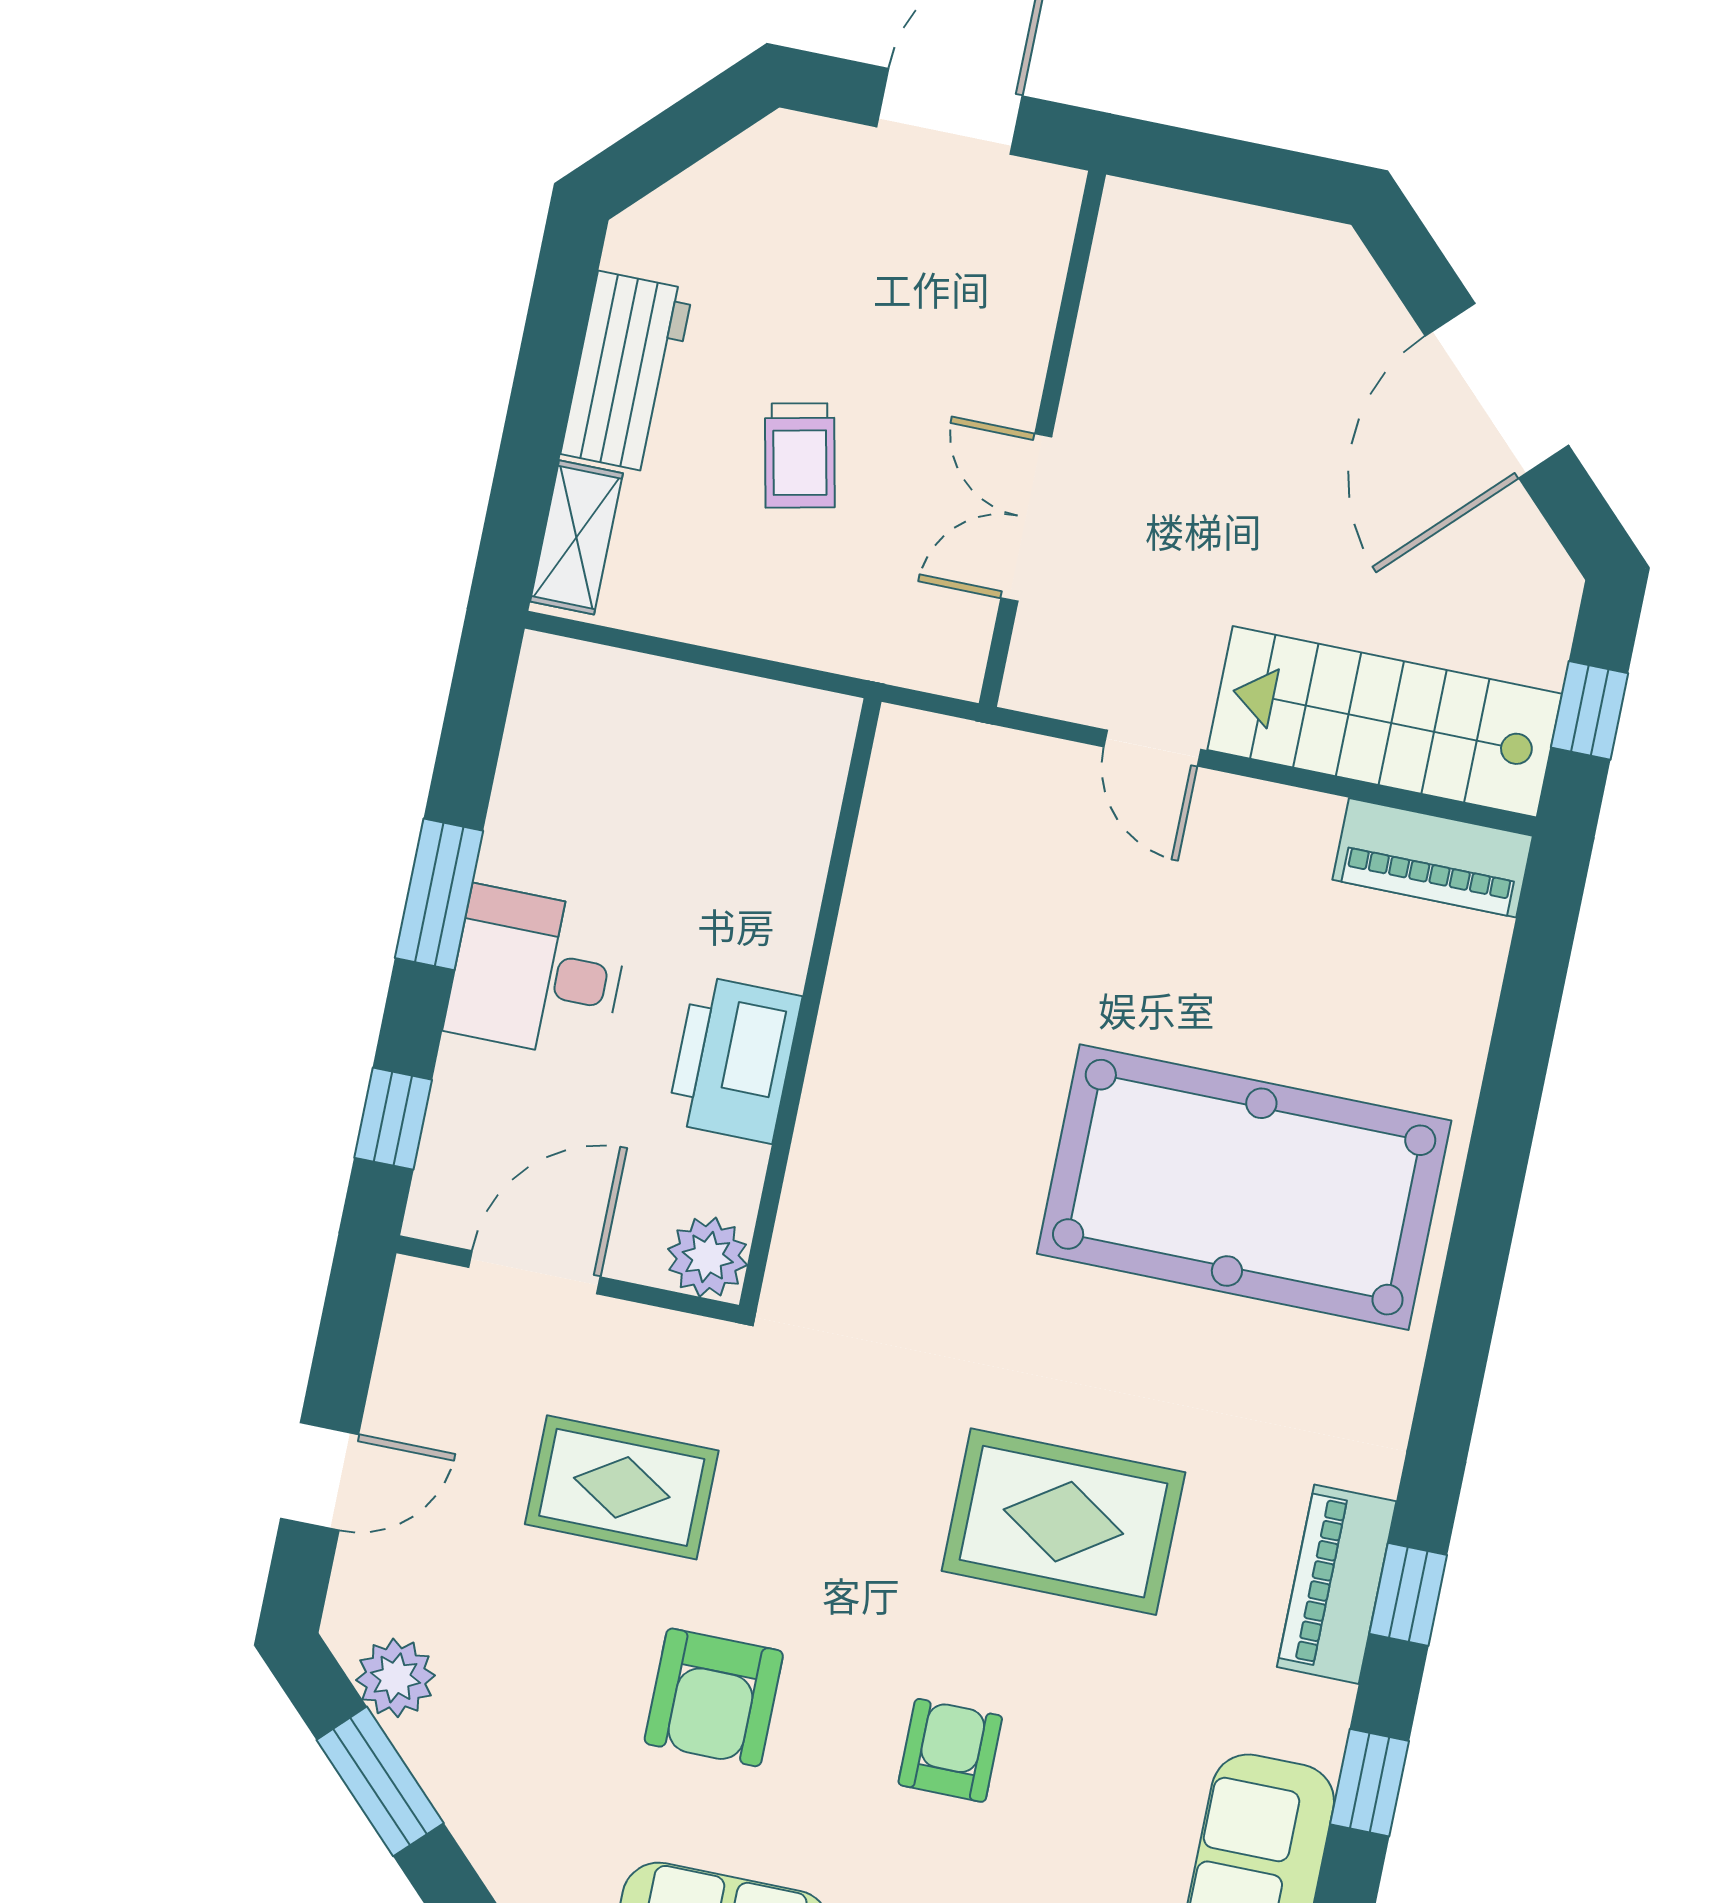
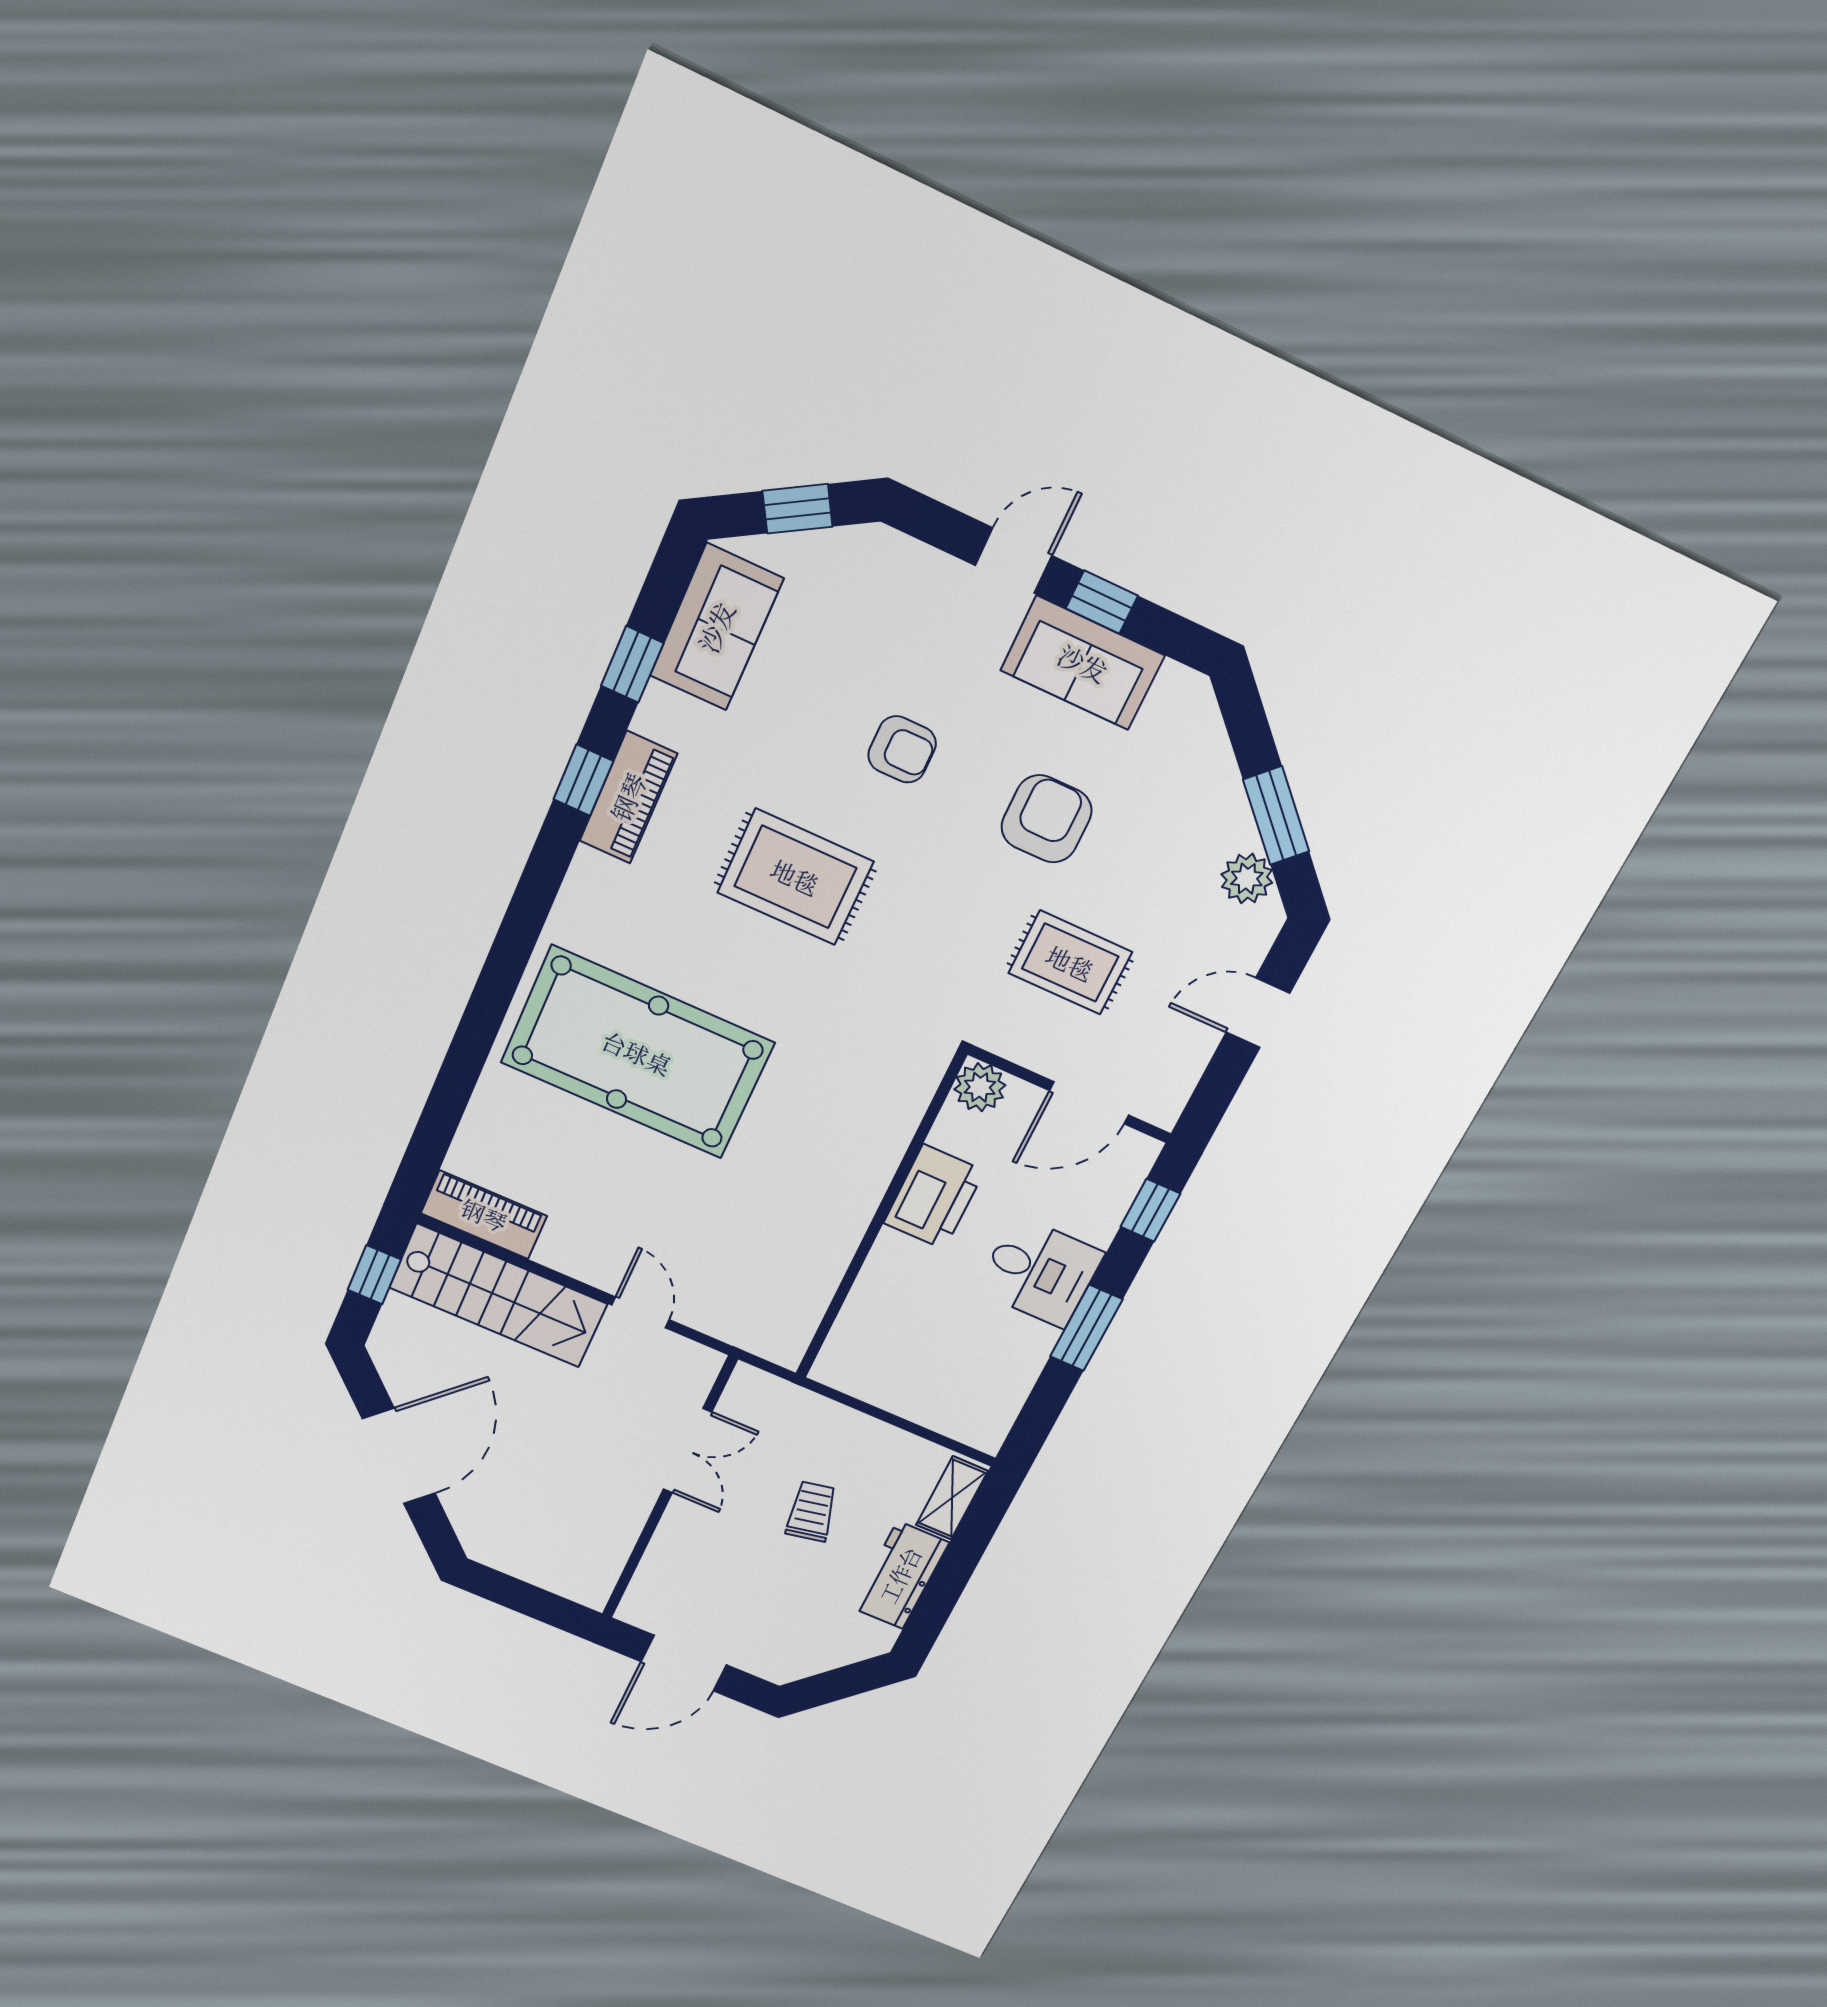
armchair: (950, 1750) -> (902, 749), turned -90

